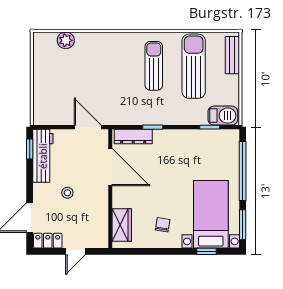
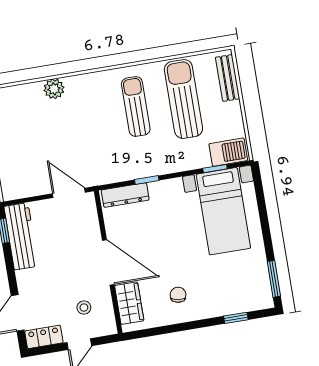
plant: (66, 40) -> (54, 89), moved
door: (110, 167) -> (108, 262), moved
window: (243, 171) -> (263, 215), removed
stool: (67, 193) -> (84, 308), moved
bed with nightstands: (211, 214) -> (223, 211), moved, turned 180

